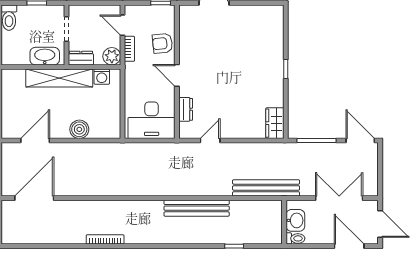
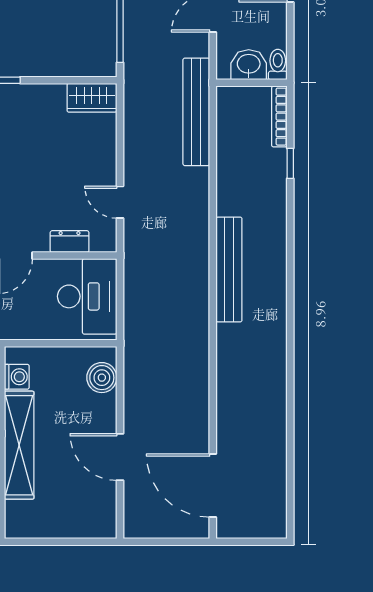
boiler: (79, 129) -> (102, 378), moved
door: (35, 141) -> (120, 457), moved
bench: (197, 208) -> (229, 270), moved
bookcase: (105, 239) -> (279, 117), moved

